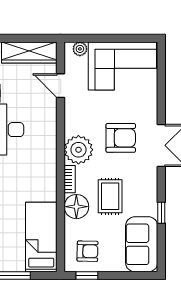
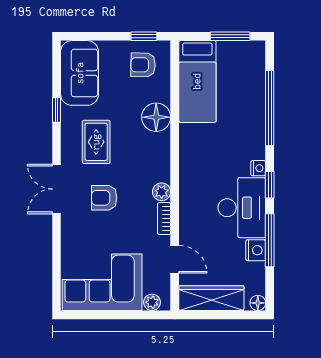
armchair: (121, 138) -> (104, 198), width x0.72, depth x0.72
plant: (78, 150) -> (162, 192), width x0.53, depth x0.53
bookcase: (70, 179) -> (164, 219), moved
rug: (110, 196) -> (96, 142), moved

